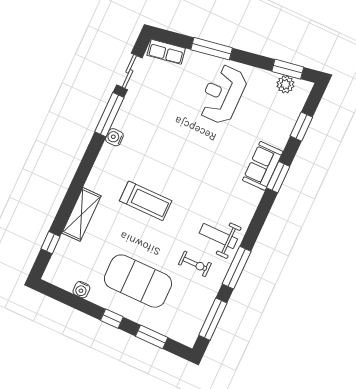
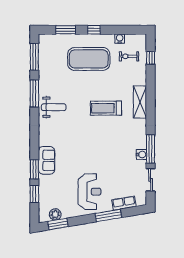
row of seats: (166, 52) -> (124, 203), moved
water cooler: (114, 137) -> (141, 155), moved
window: (278, 177) -> (34, 169), moved
shelving: (81, 214) -> (140, 102), moved
exercise bike: (195, 264) -> (129, 56), moved

